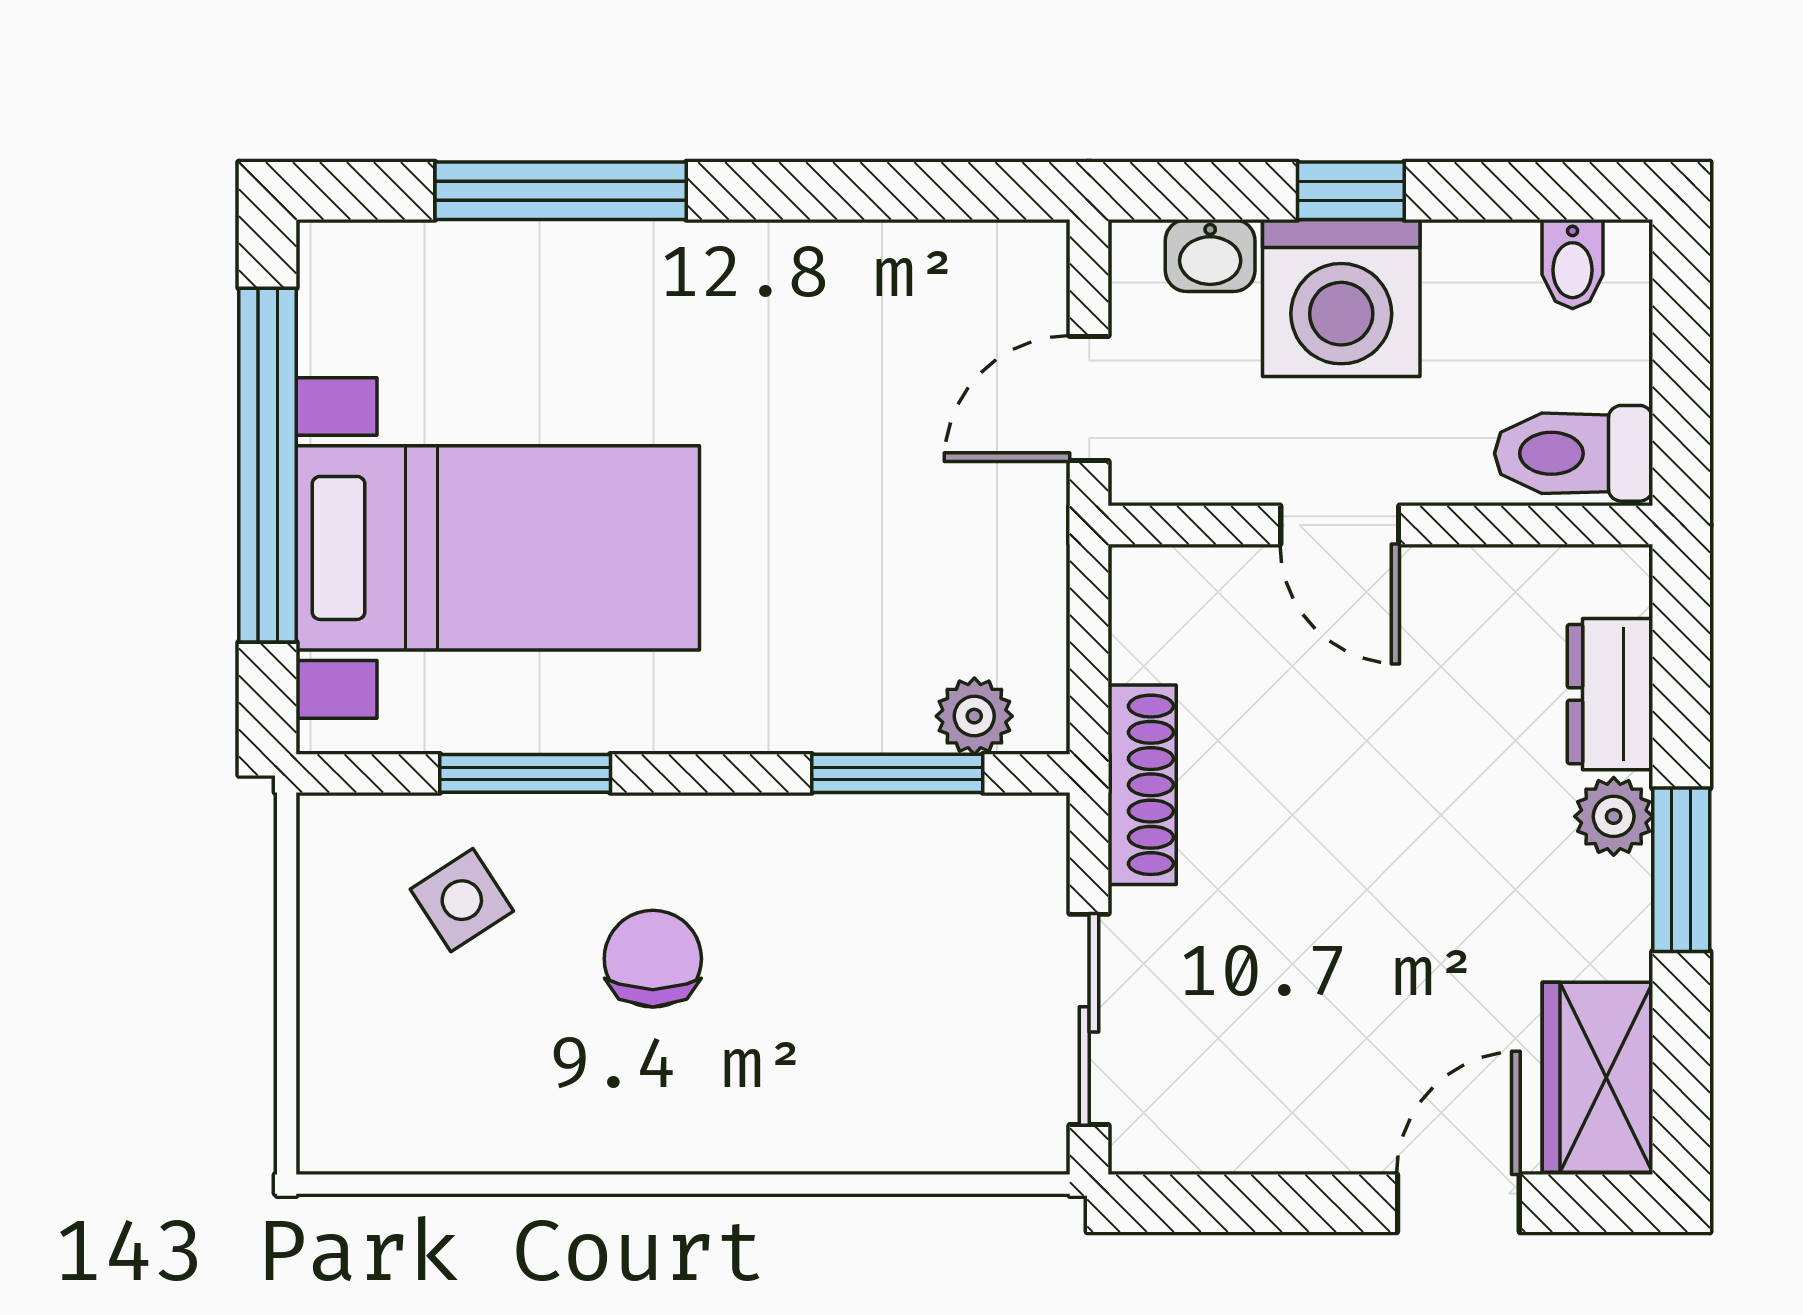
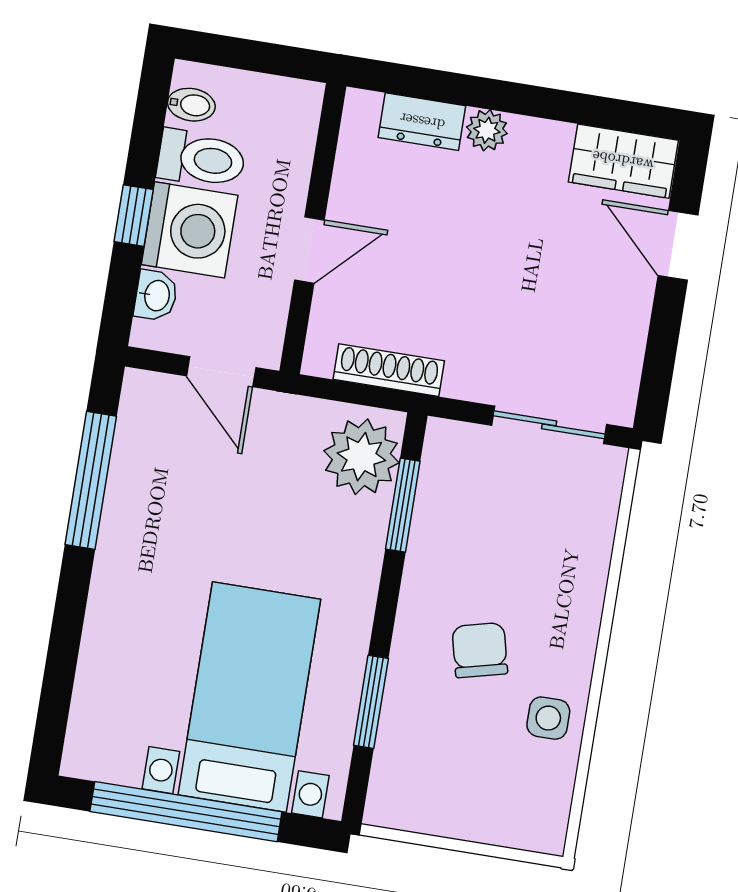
window: (561, 191) -> (91, 480), moved
toilet: (1574, 453) -> (201, 159), moved, turned -90
plant: (974, 716) -> (361, 457), width x1.88, depth x1.88
shoe rack: (1142, 785) -> (389, 370), moved
window: (1681, 870) -> (521, 99), removed
side table: (462, 900) -> (548, 718), moved, turned 33
chair: (653, 959) -> (480, 650), turned 76

